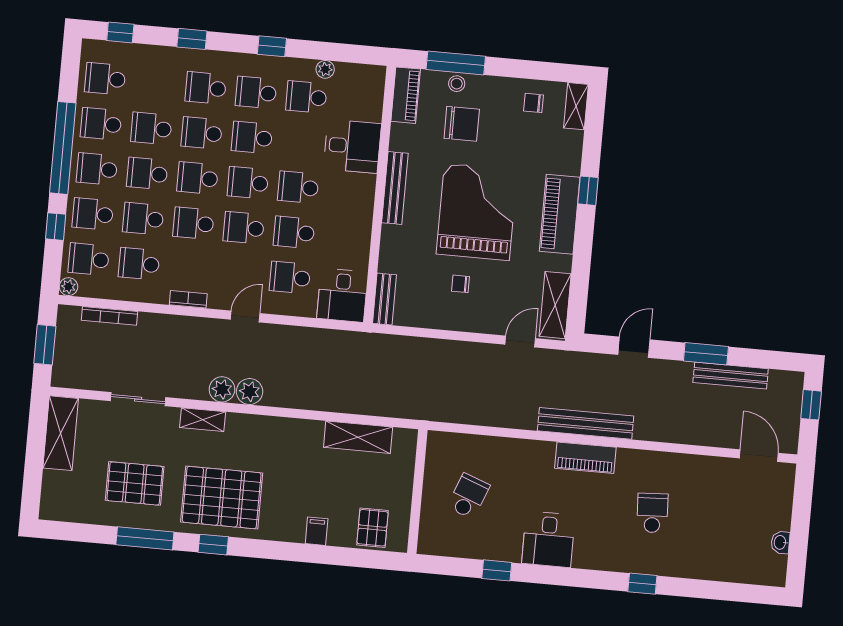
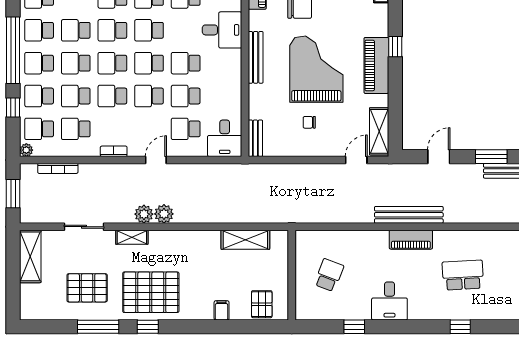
school desk: (652, 513) -> (463, 275), width x1.85

